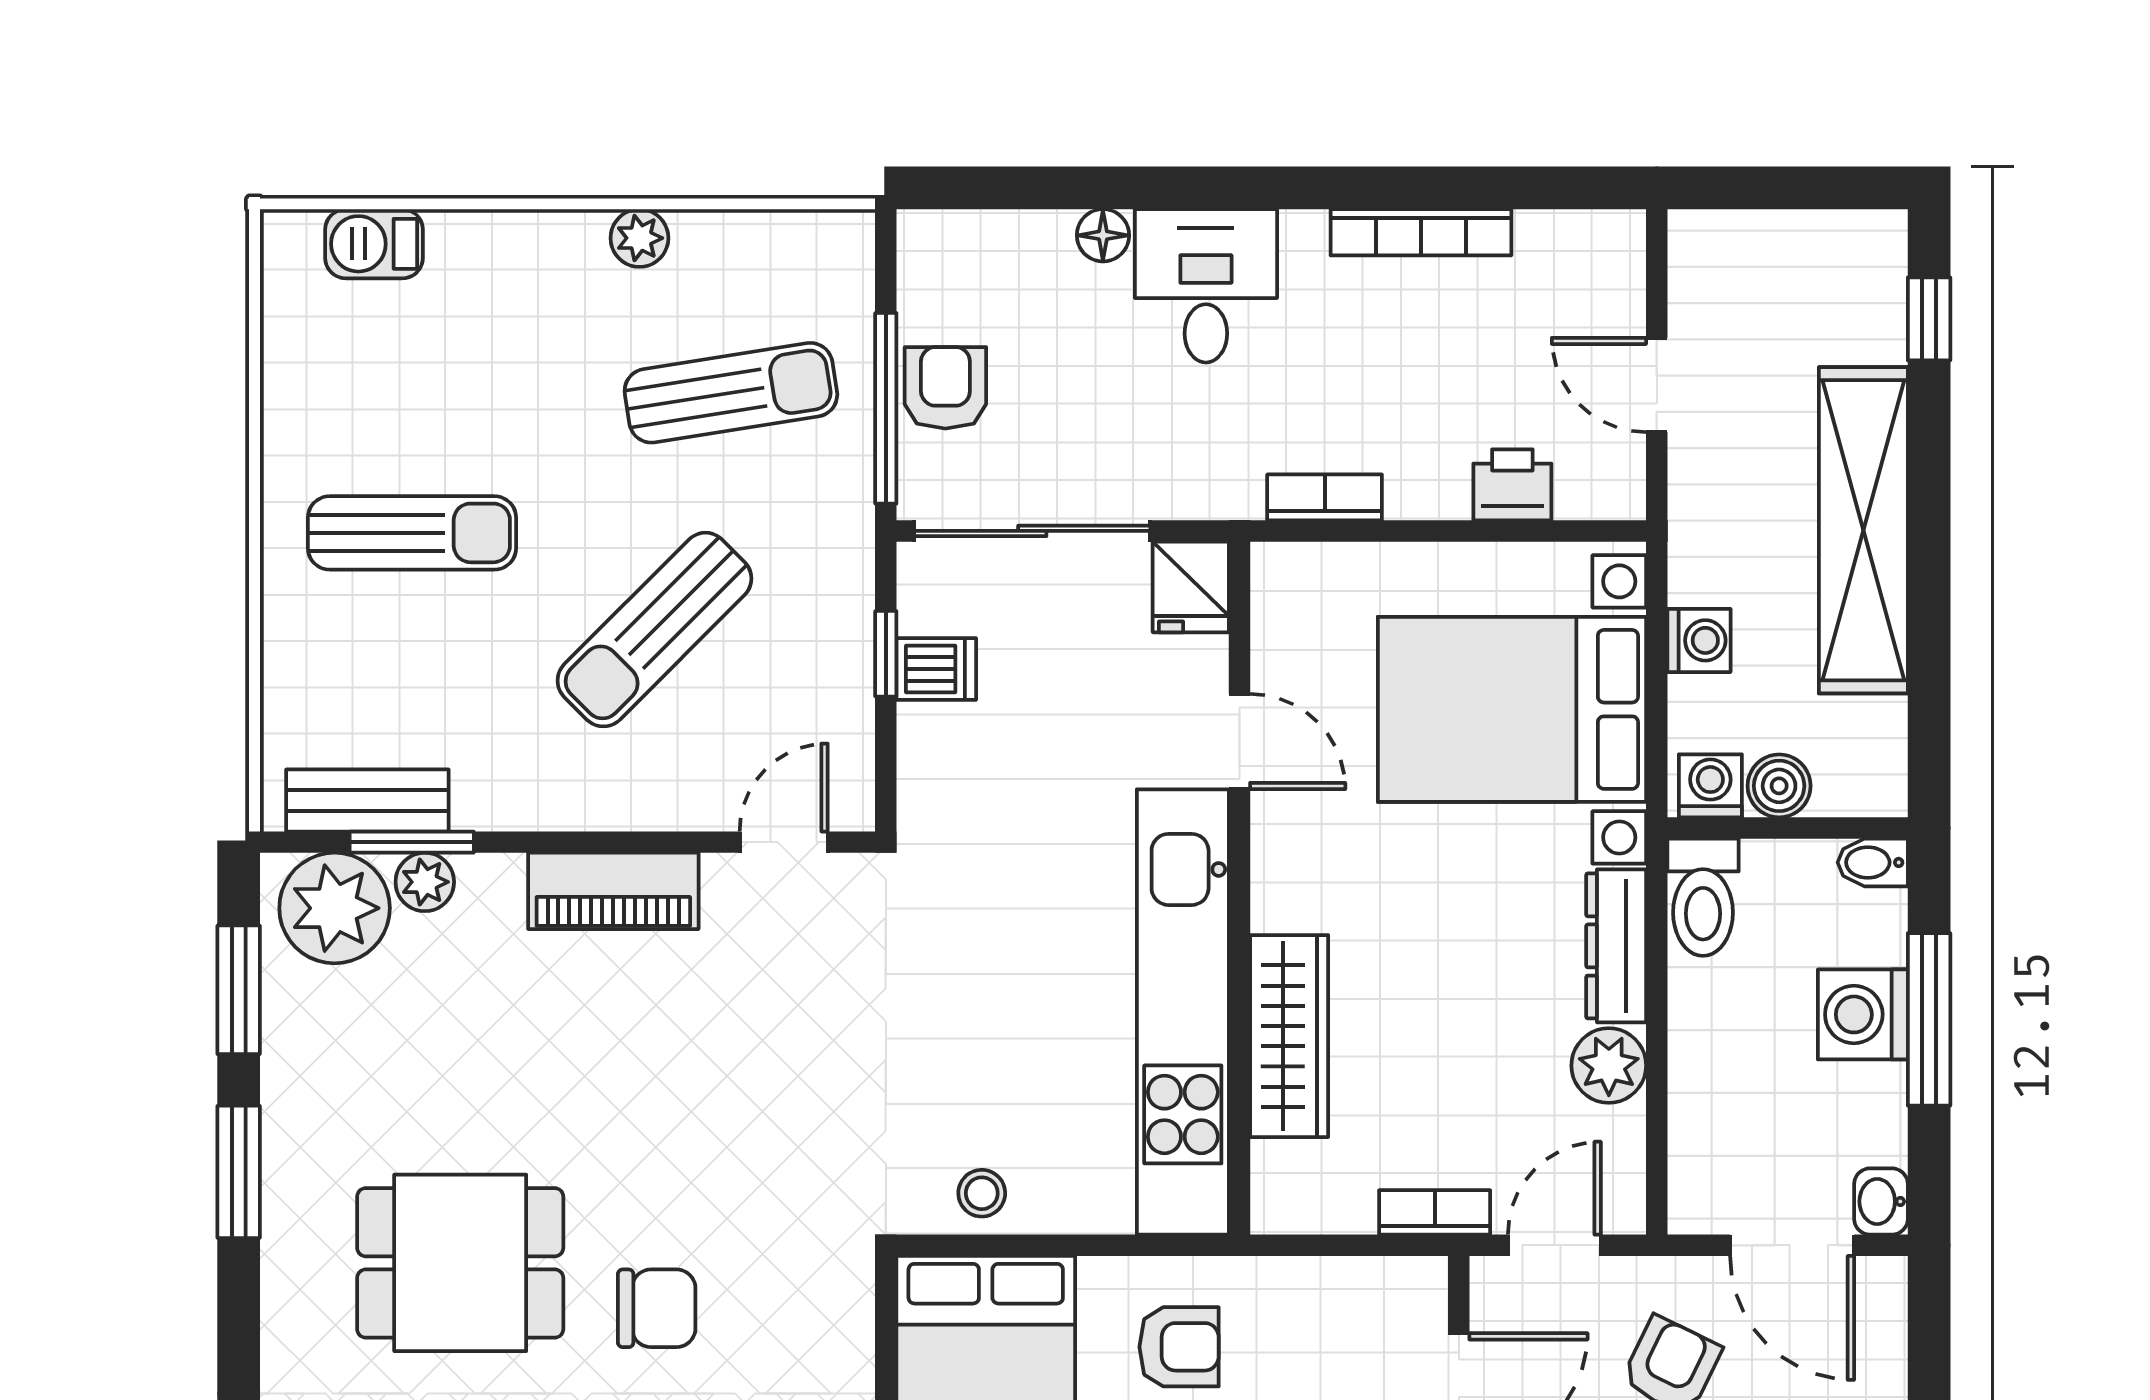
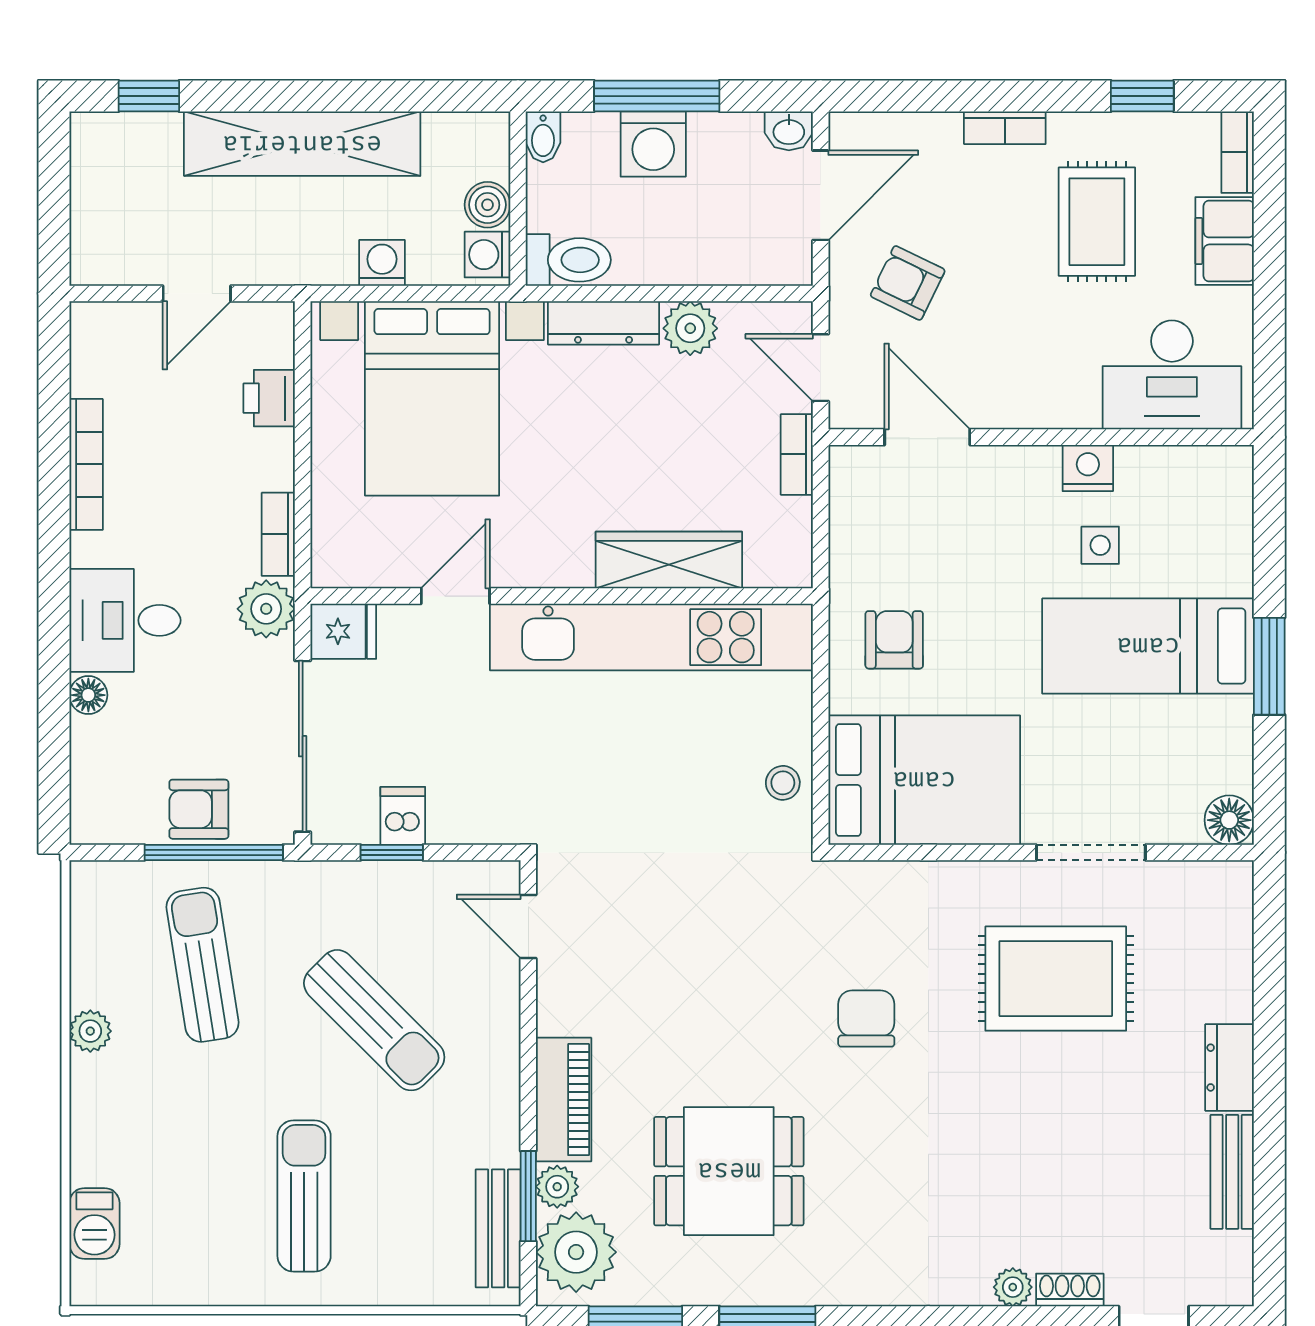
plant: (1222, 481) -> (266, 609), added
piano: (613, 891) -> (564, 1100), moved
dining table: (460, 1263) -> (729, 1171), moved, turned 90

